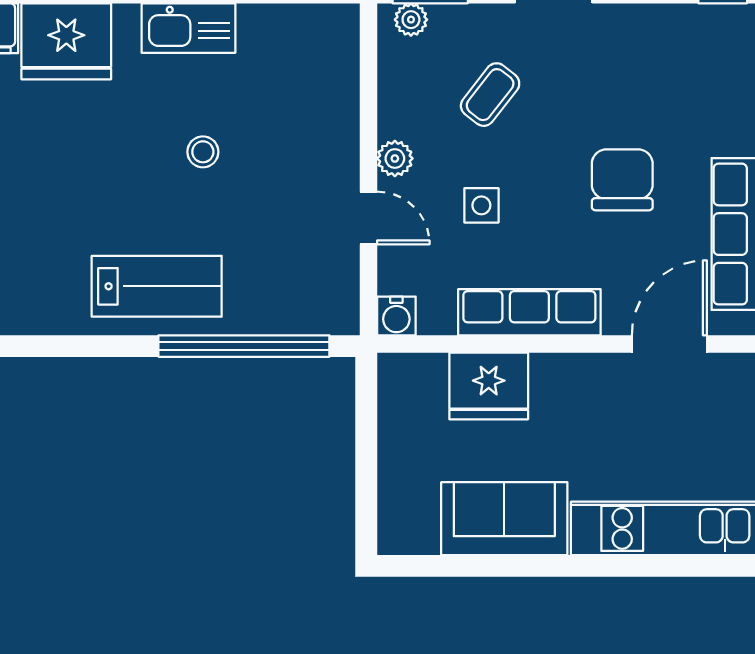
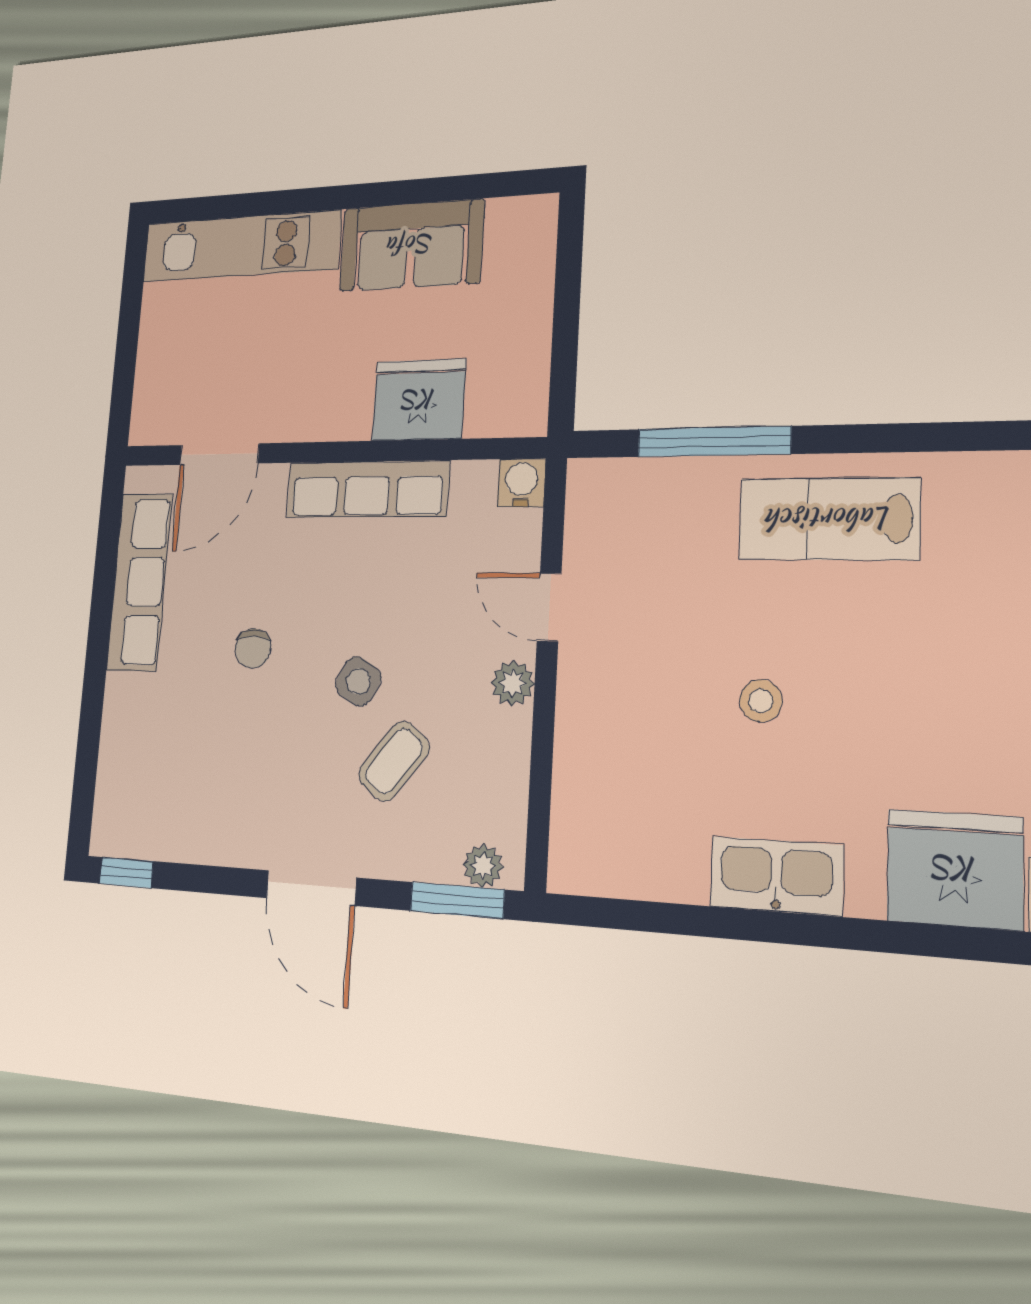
chair: (622, 180) -> (253, 648), width x0.54, depth x0.54
side table: (481, 205) -> (358, 681), moved, turned 30
window: (244, 346) -> (714, 442), width x0.68

